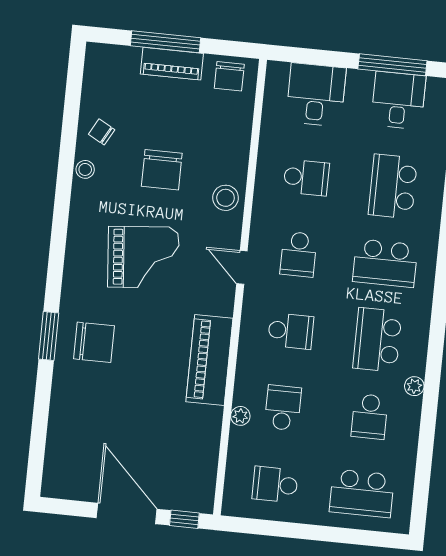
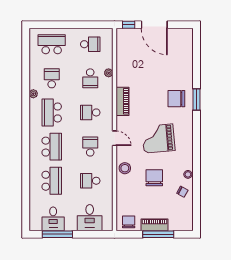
school desk: (385, 263) -> (52, 147), turned 90
school desk: (377, 340) -> (52, 112), turned 180
piano: (209, 360) -> (123, 101), width x0.73, depth x0.75

